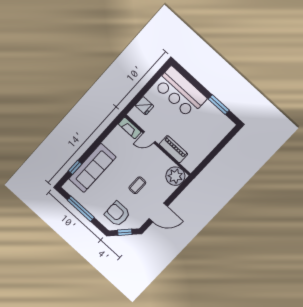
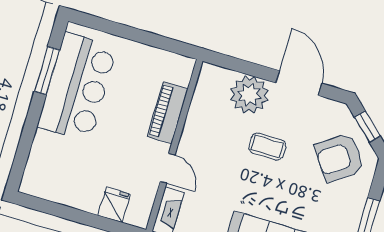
bar counter: (180, 92) -> (77, 87), moved
plant: (175, 176) -> (249, 95), moved
armchair: (117, 214) -> (339, 158), turned 55

